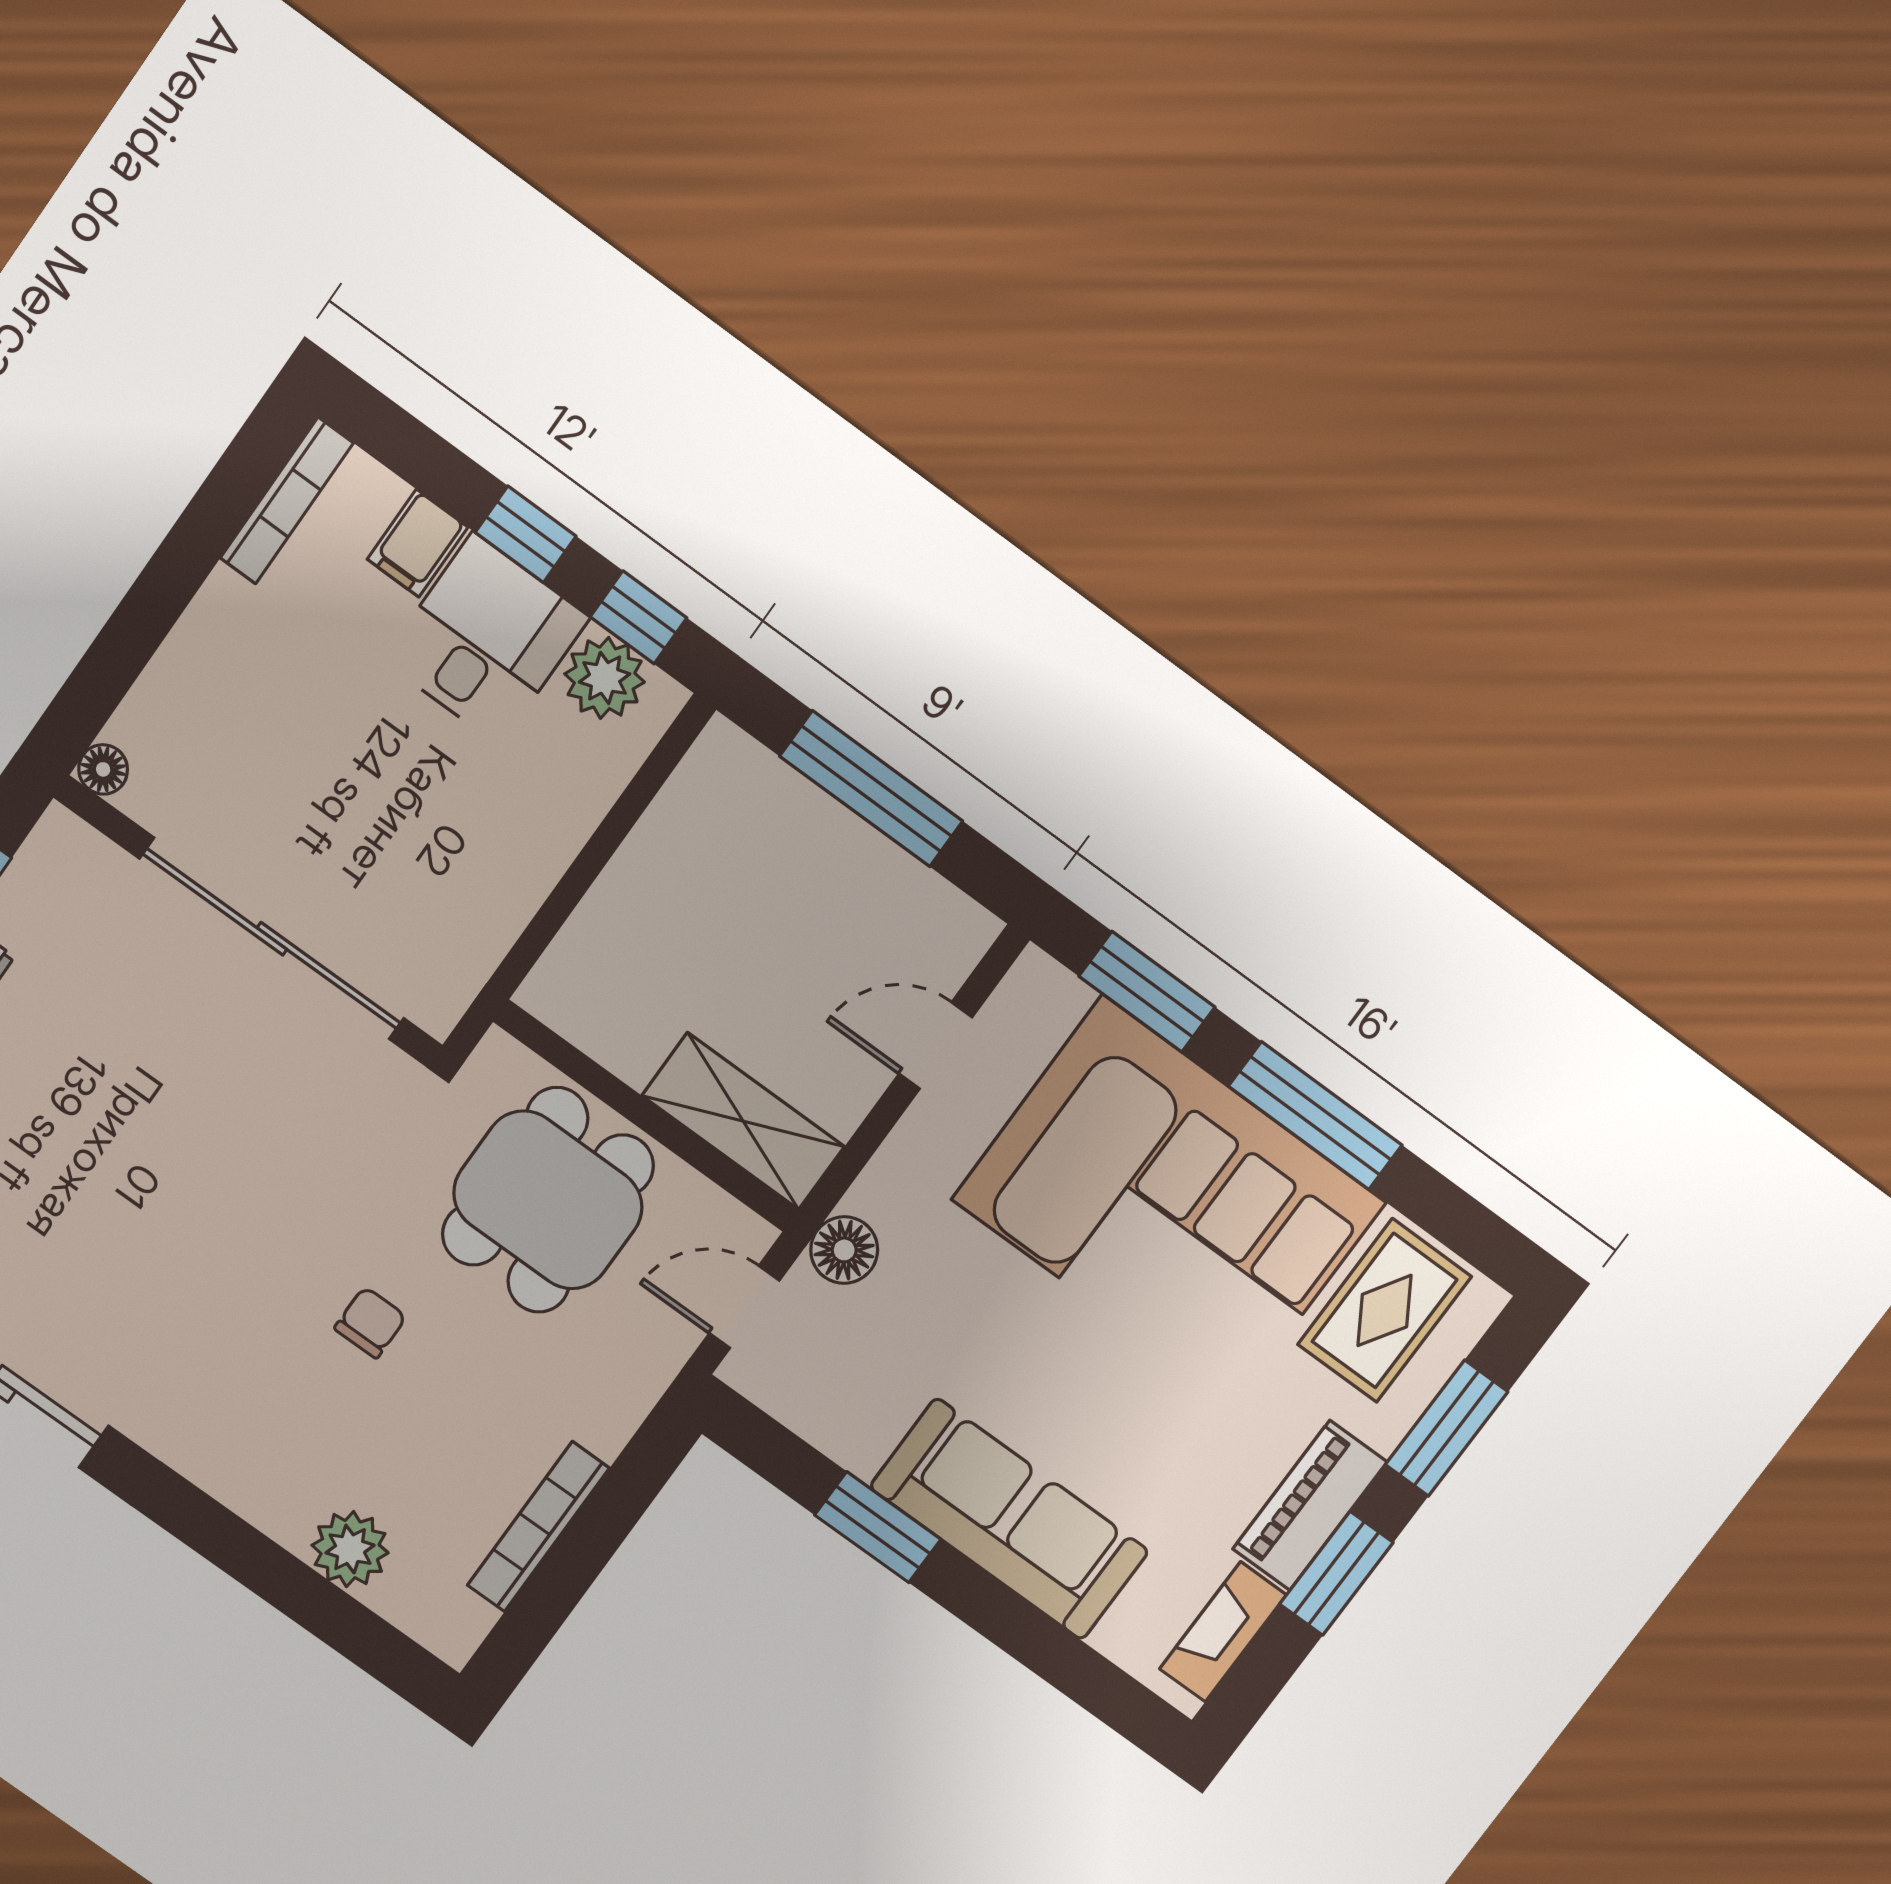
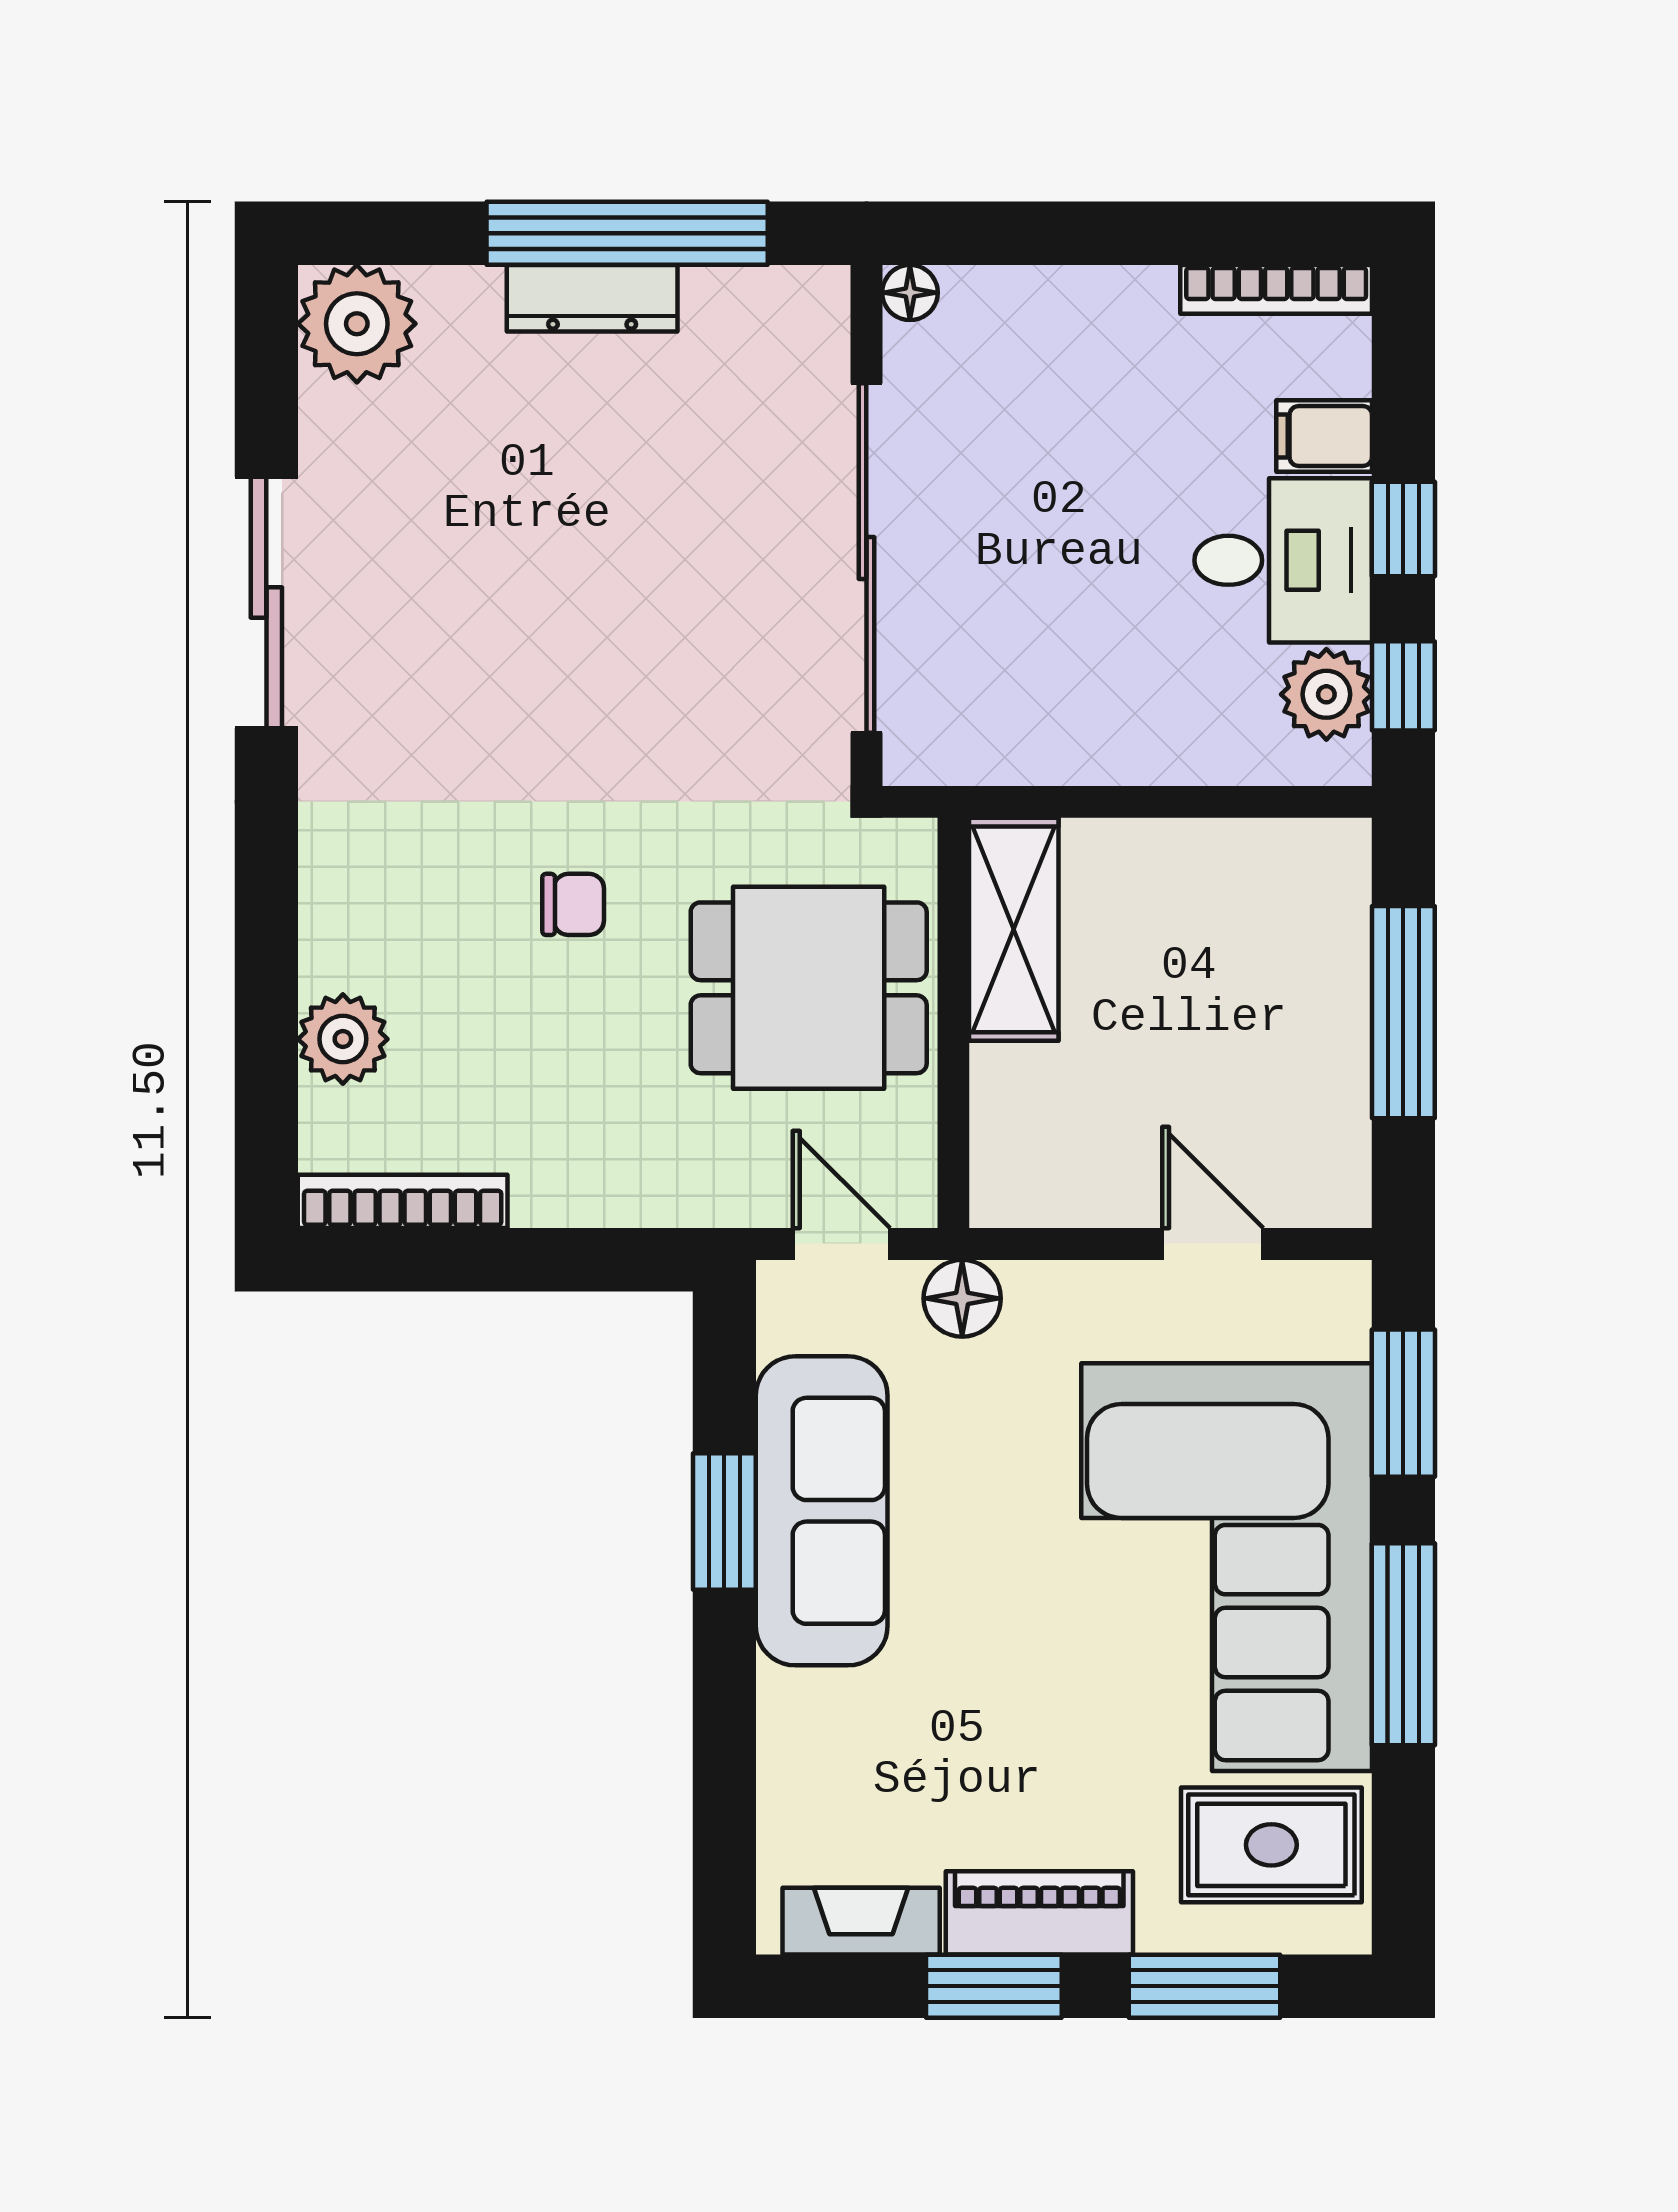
shelving: (743, 1121) -> (1014, 929), moved
sofa: (1009, 1519) -> (822, 1511), moved
bookcase: (538, 1527) -> (403, 1201), moved

